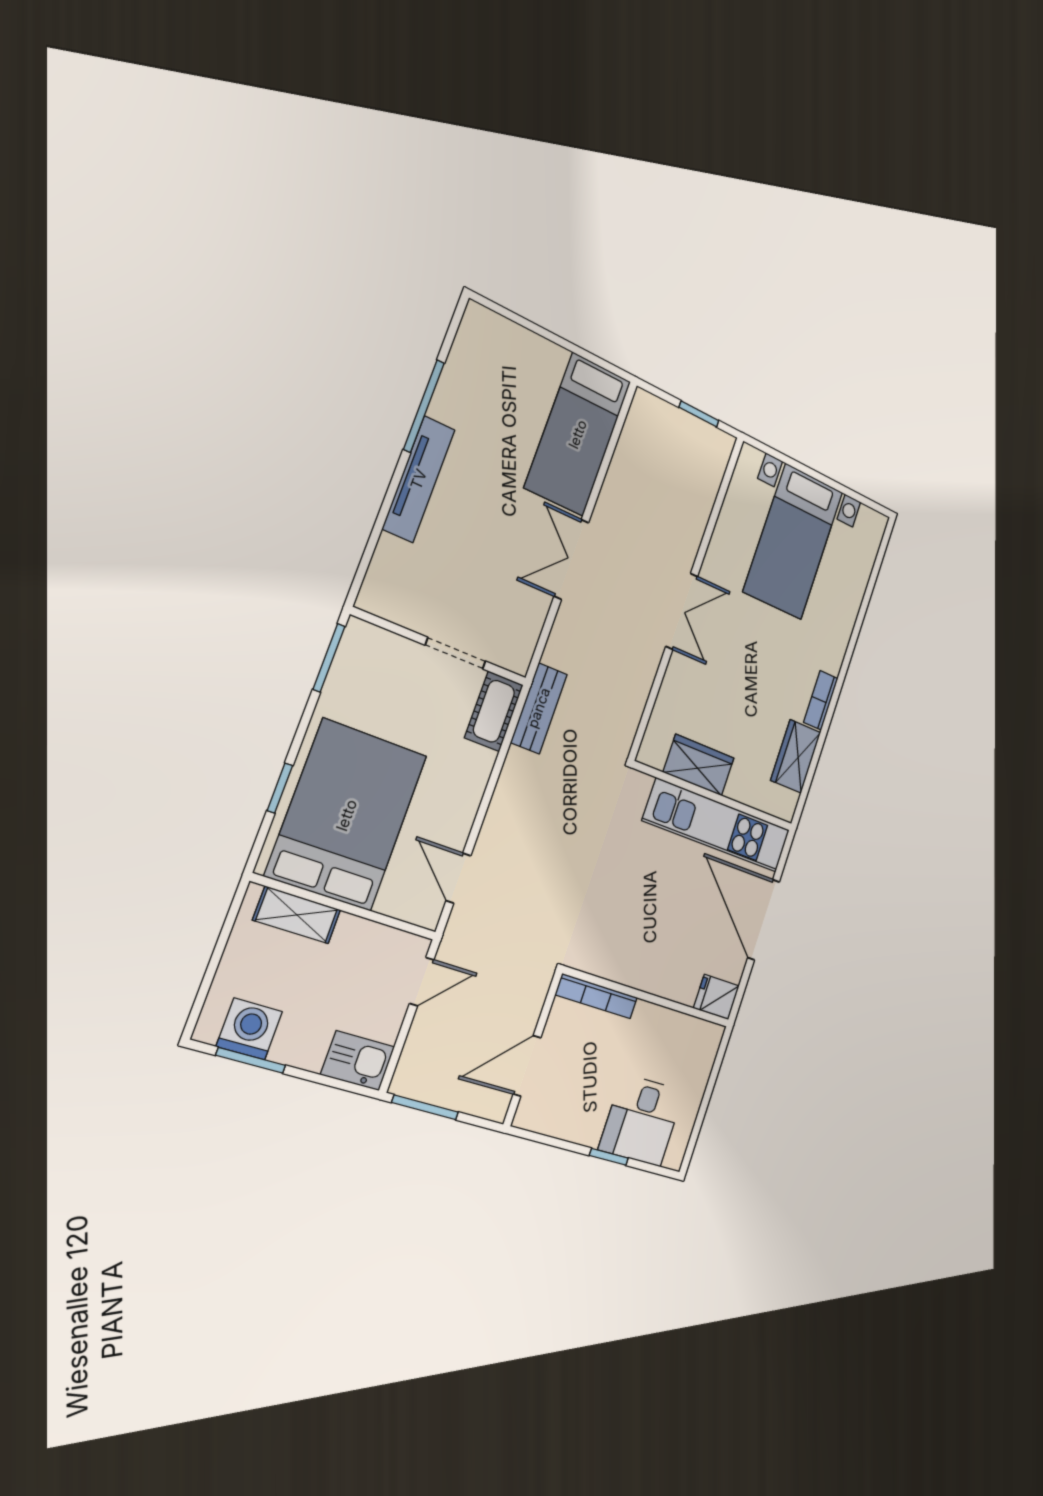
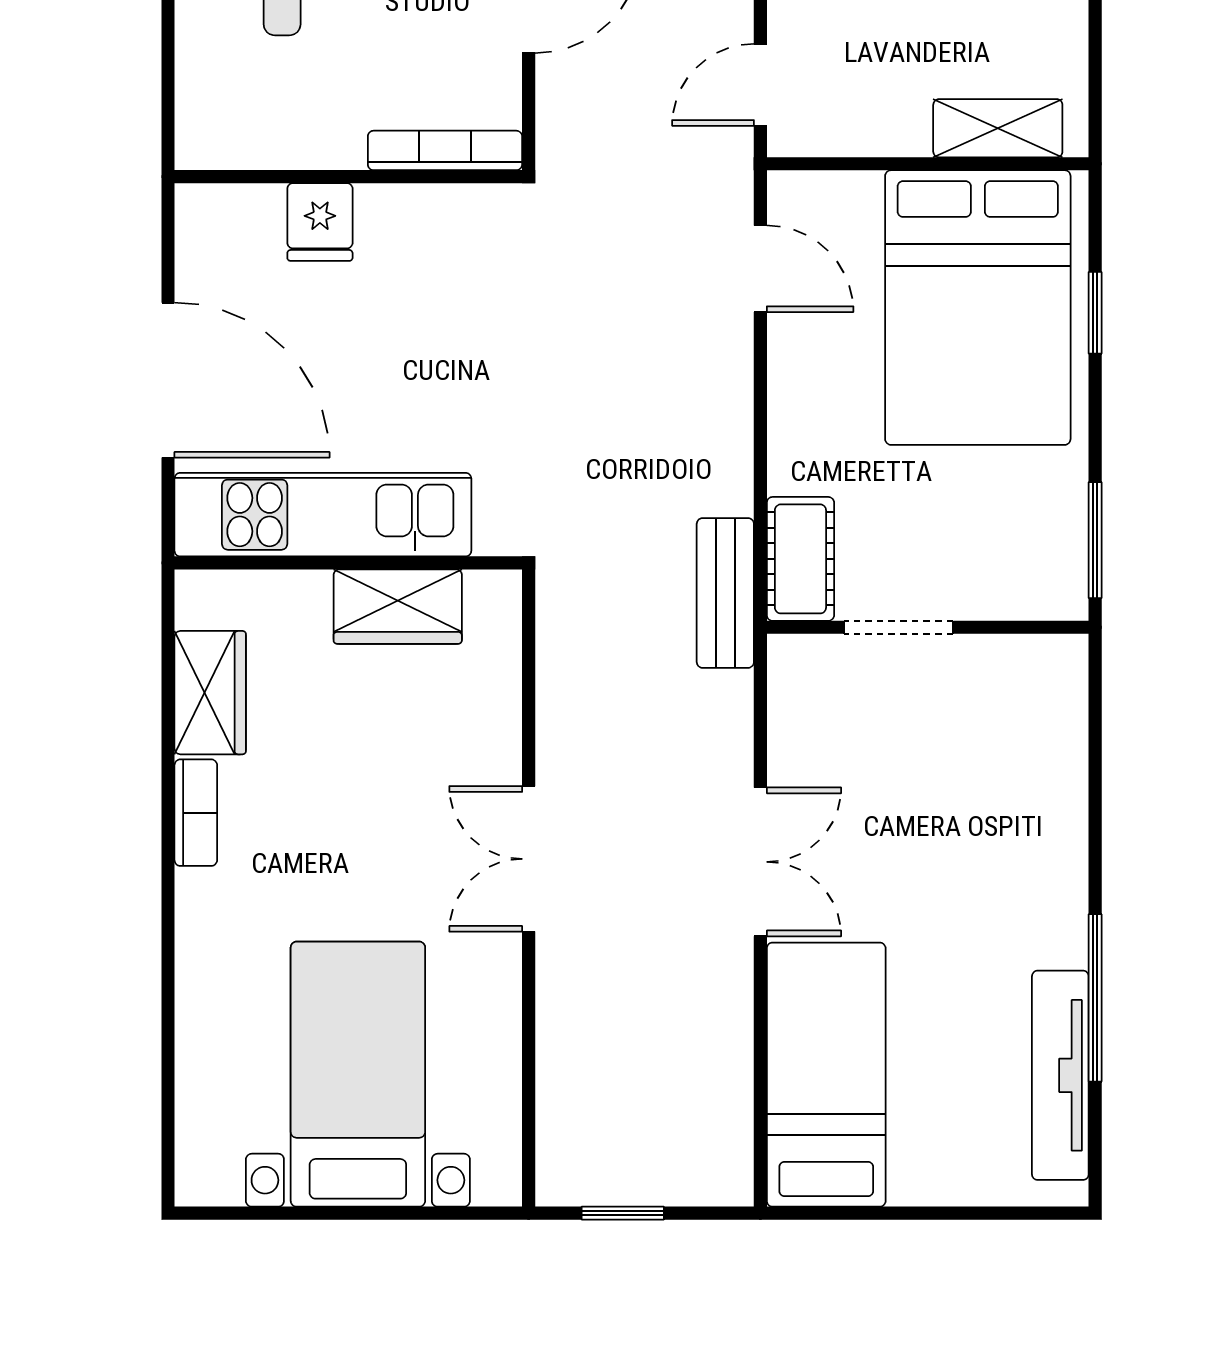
tv unit: (419, 479) -> (1060, 1075), moved
fridge: (716, 997) -> (320, 222), moved, turned 90

